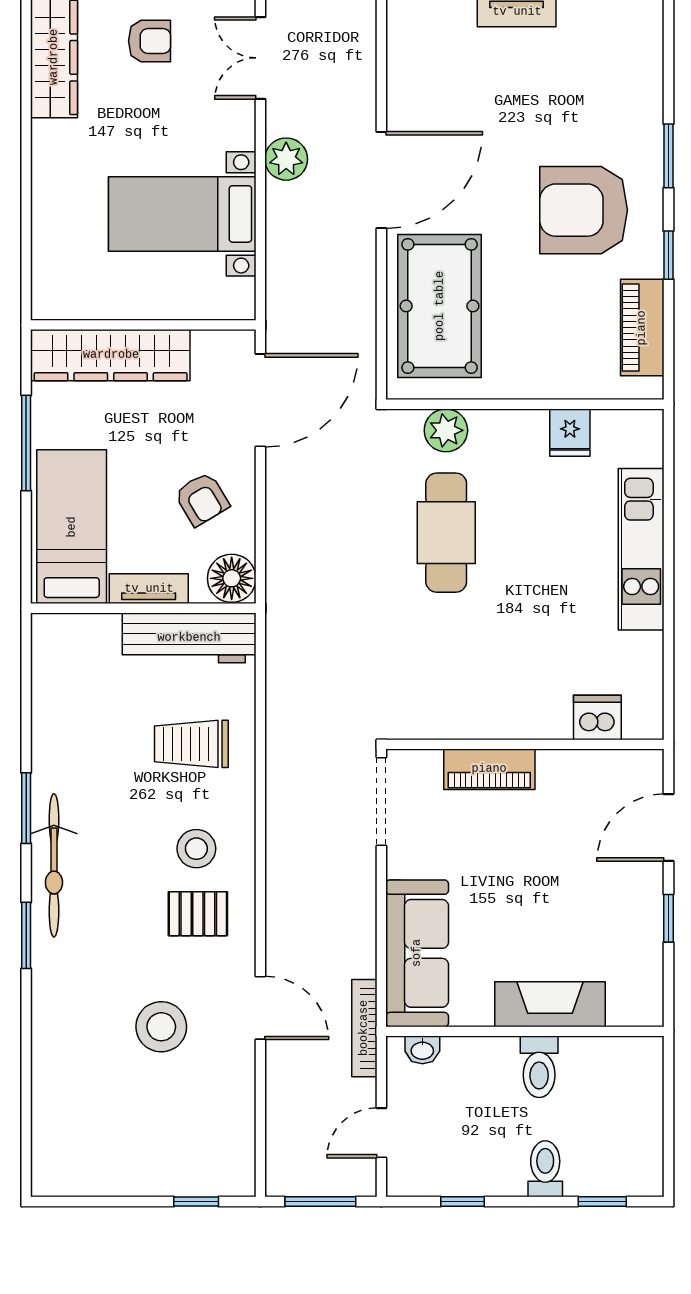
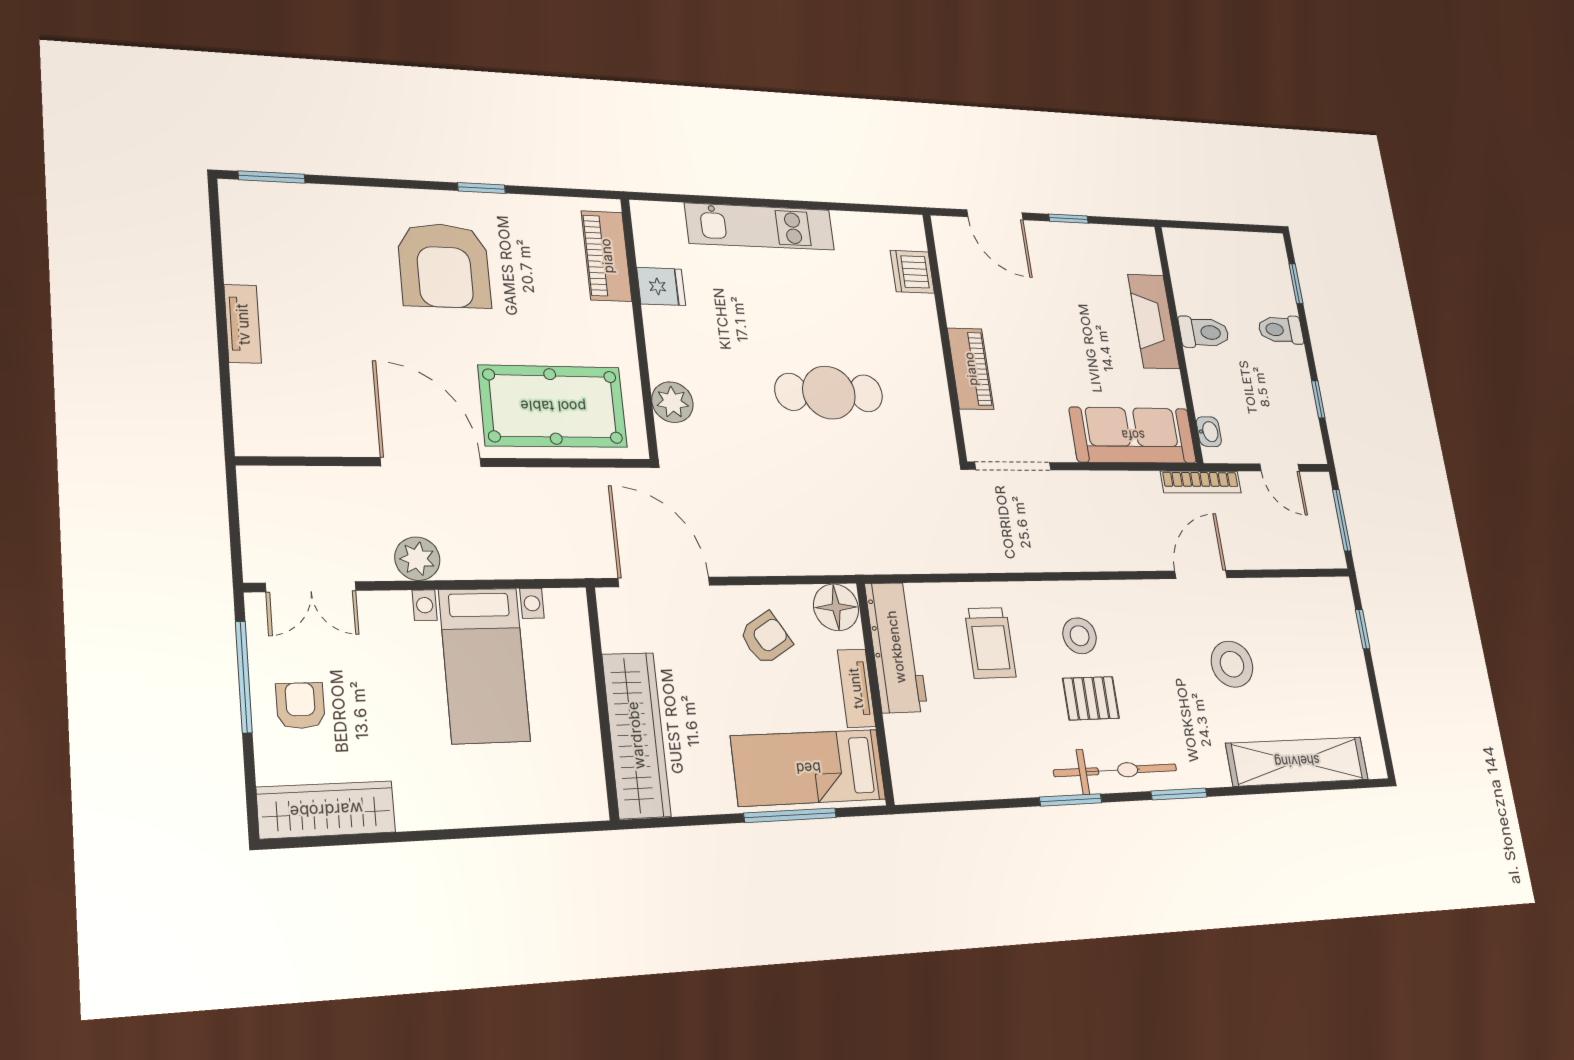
window: (668, 156) -> (272, 177), moved
piano: (642, 328) -> (607, 256), moved, turned 90
window: (26, 443) -> (790, 815), moved
cafe table: (446, 533) -> (829, 393), moved
pallet: (198, 914) -> (1091, 698), moved, turned 90
shelving: (54, 1086) -> (1297, 761), added

